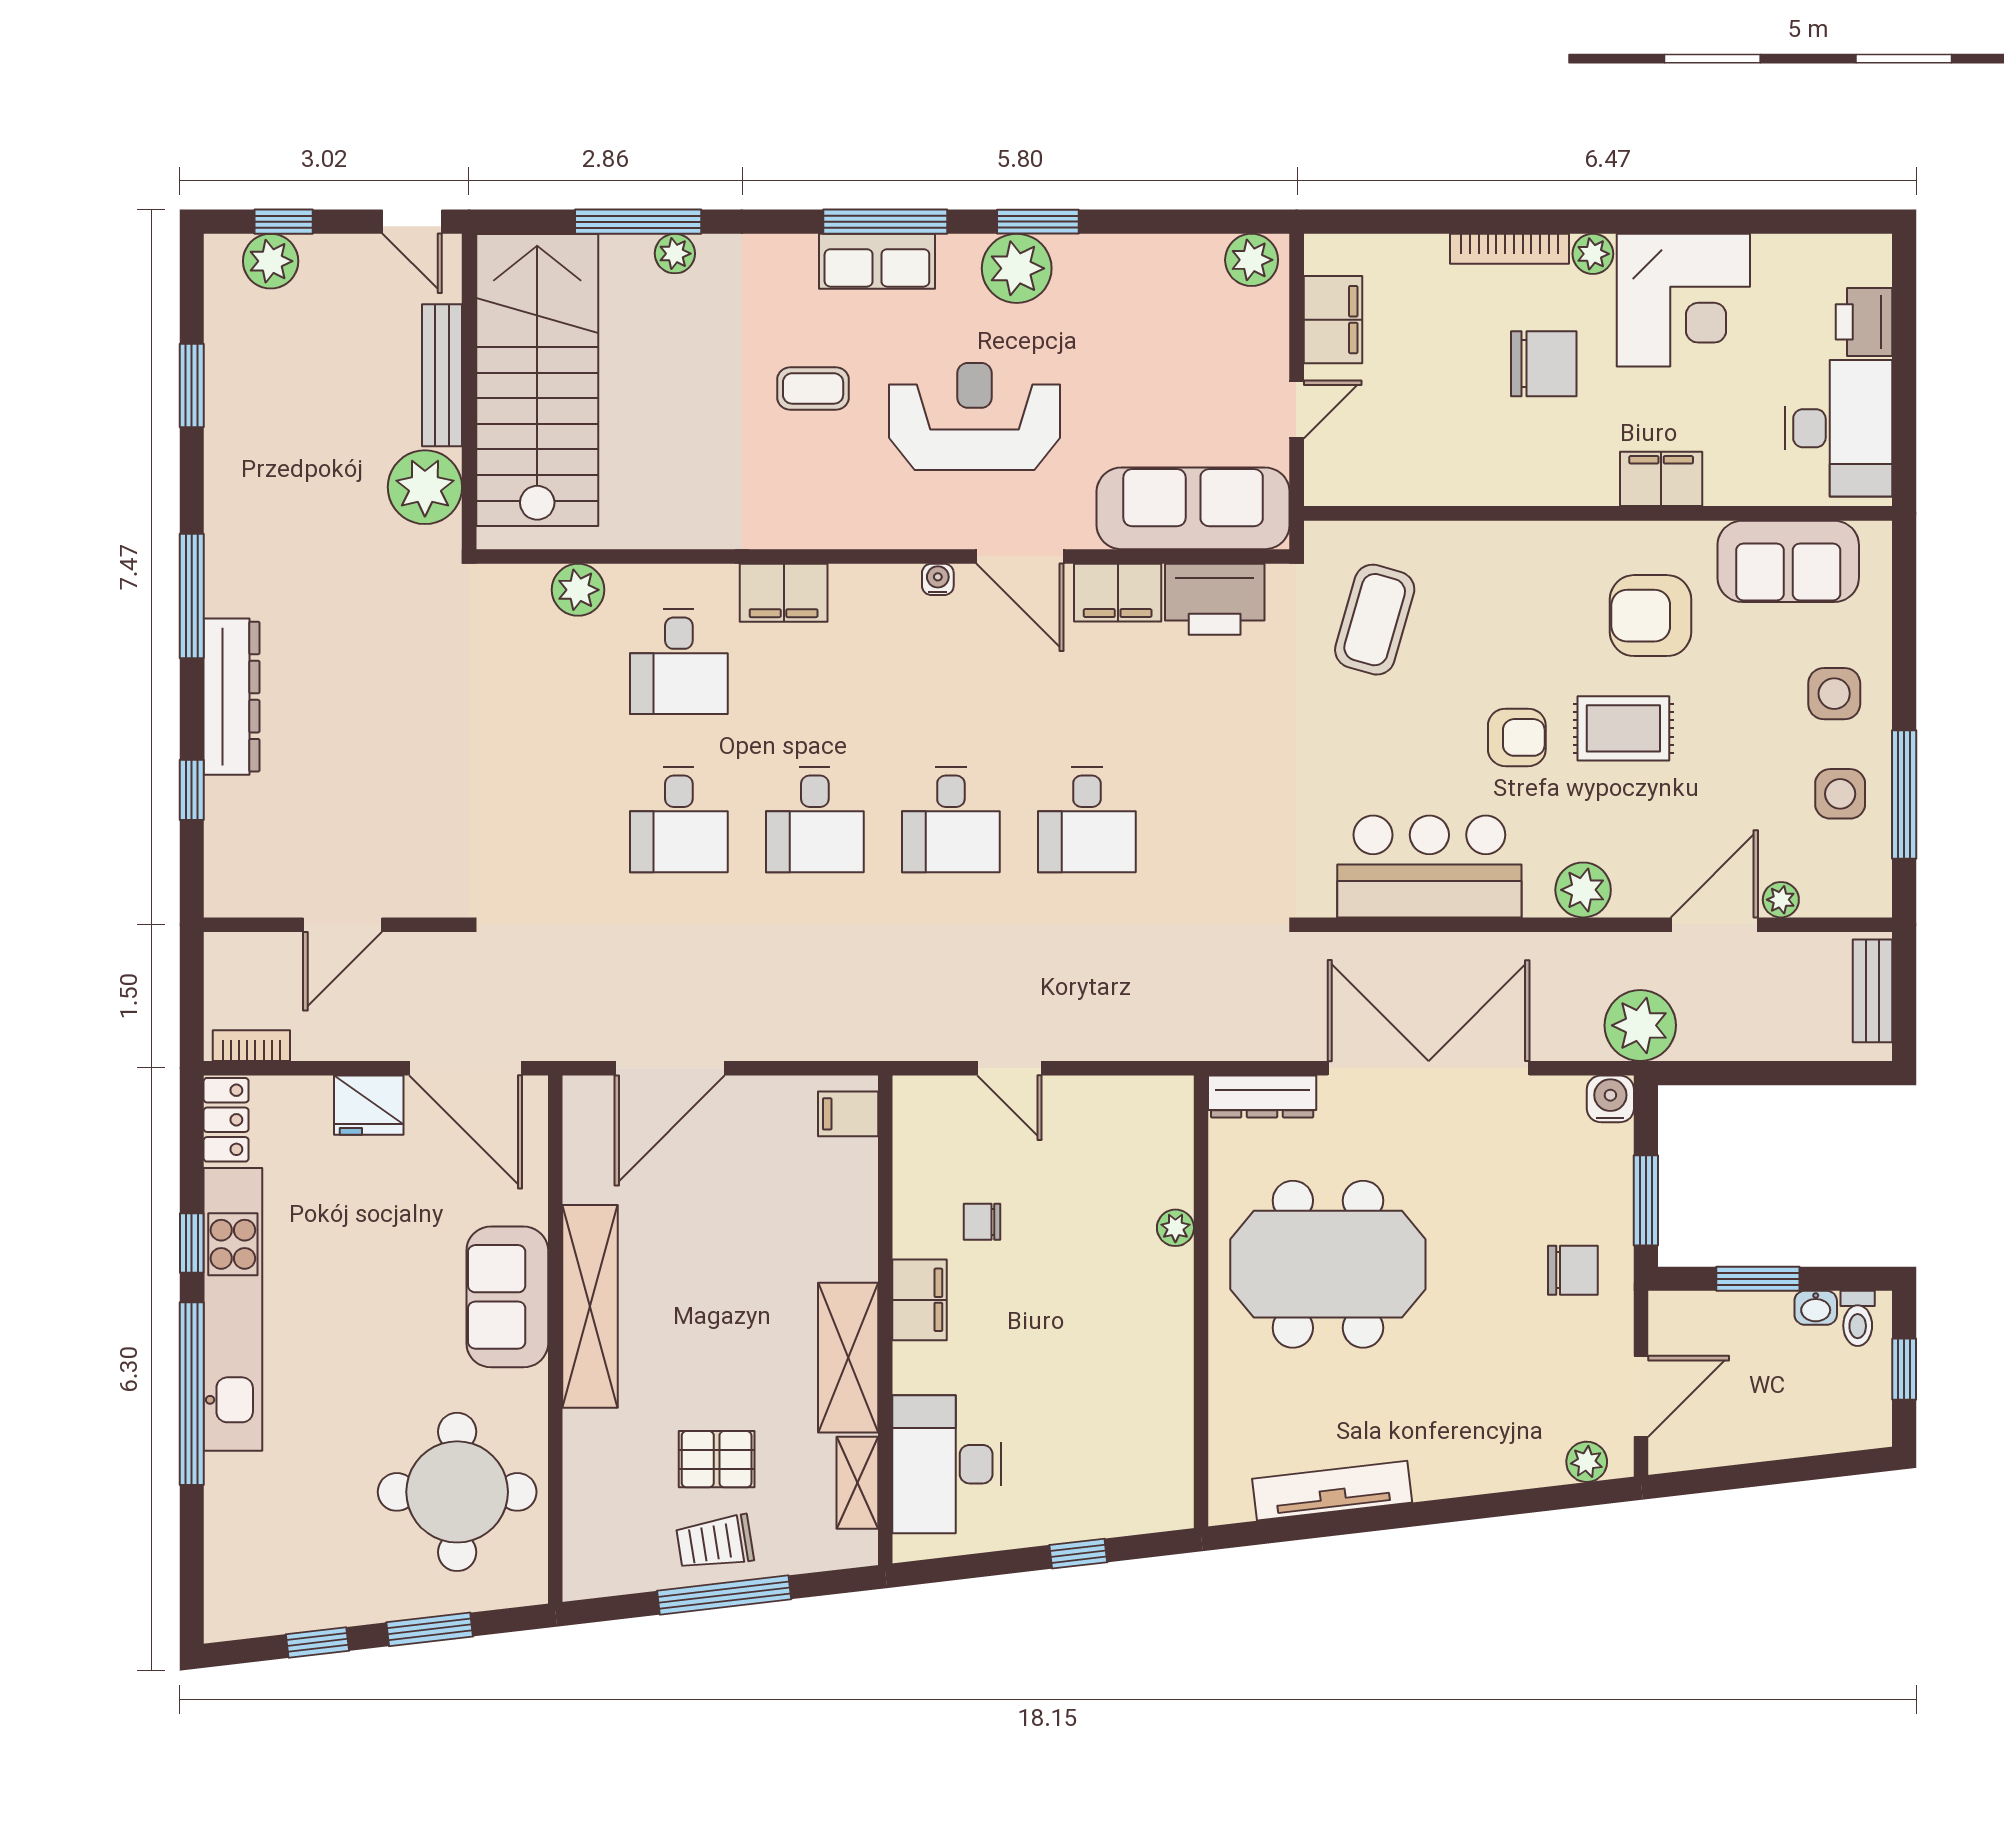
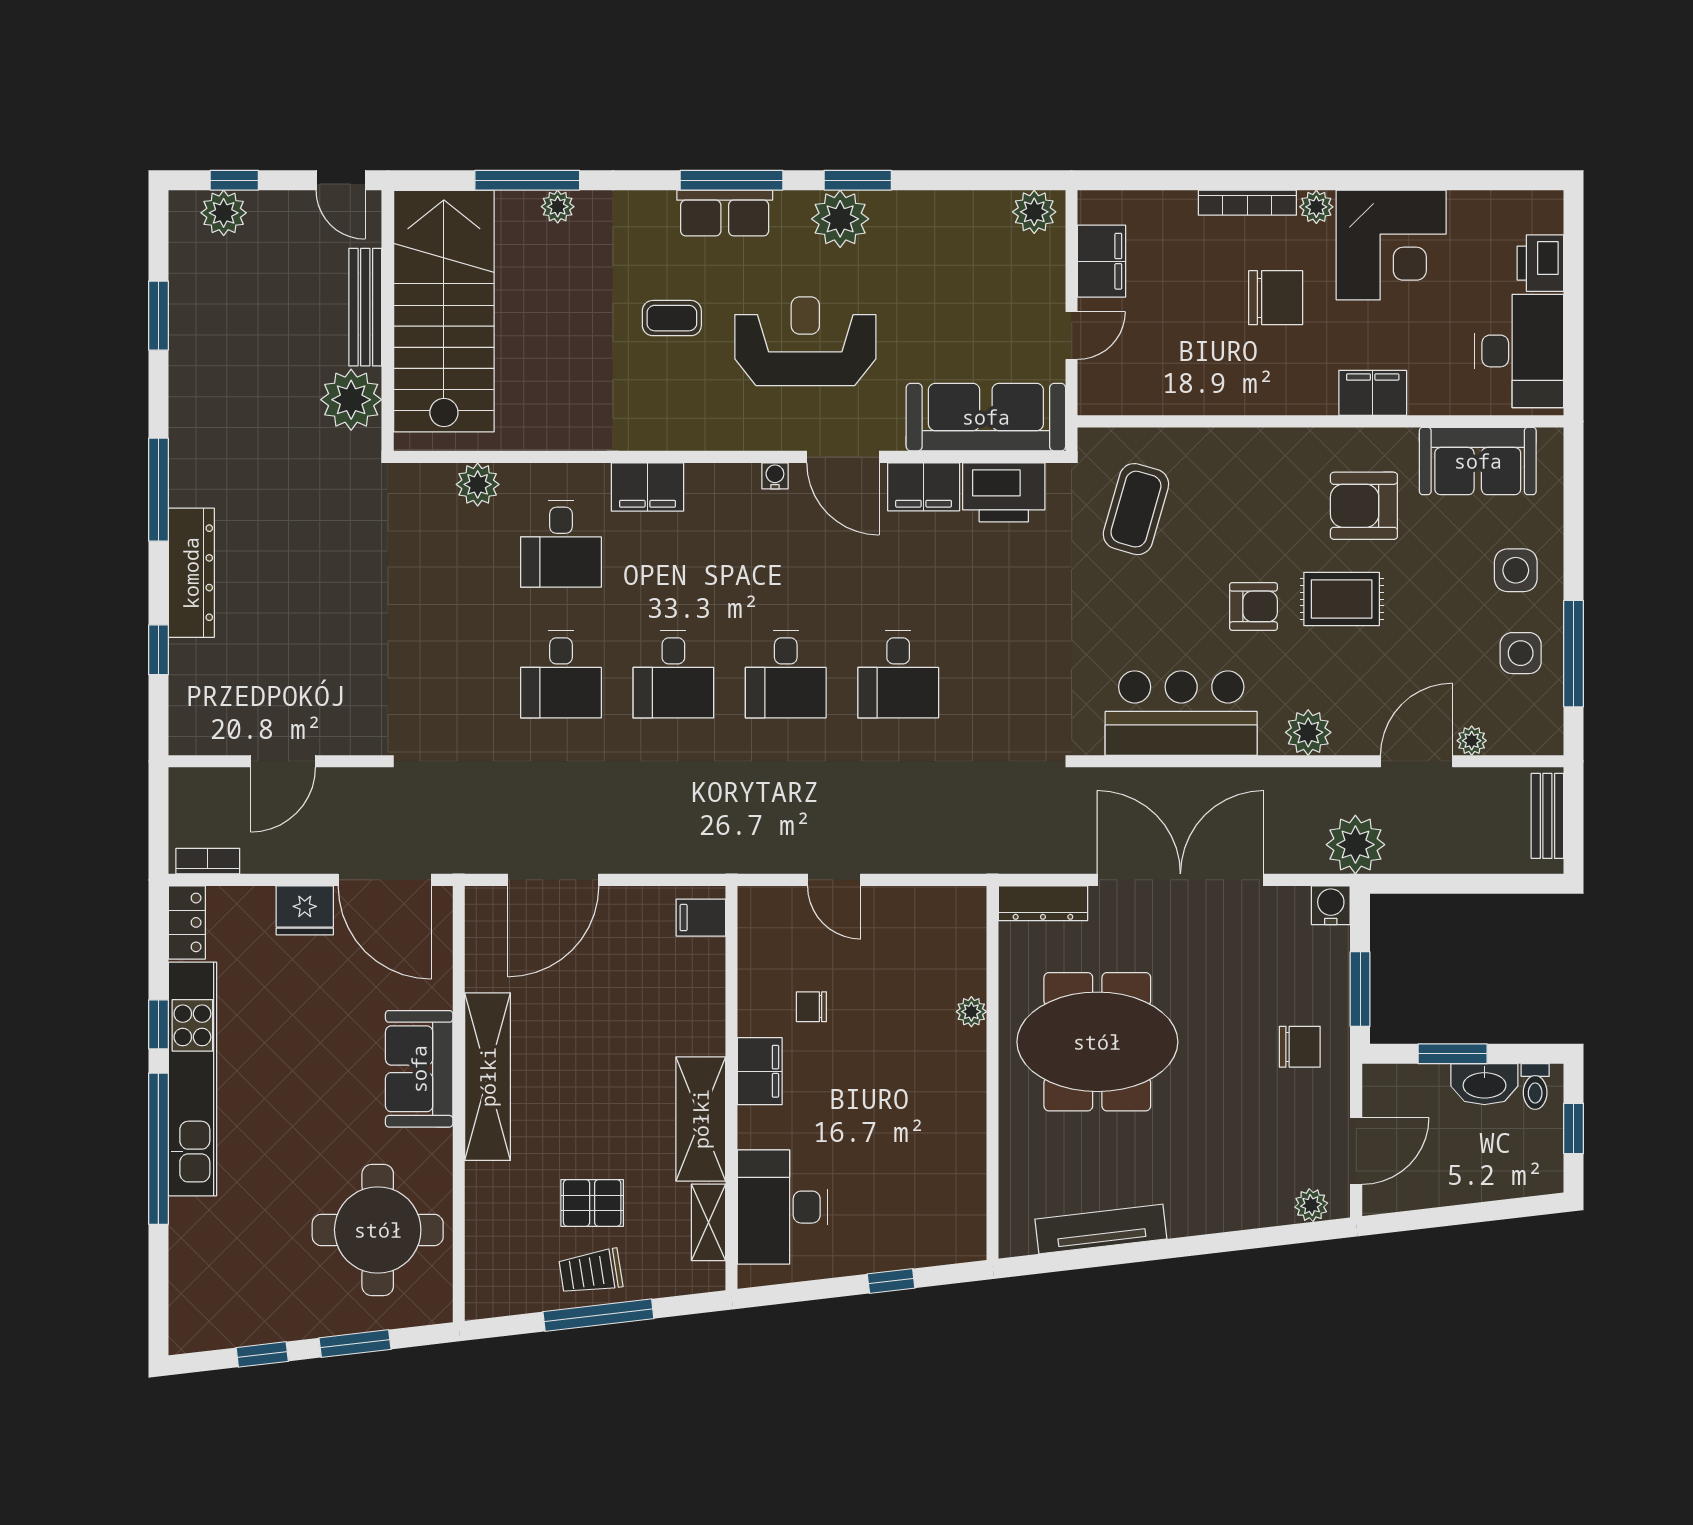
washbasin: (1816, 1308) -> (1484, 1084), width x1.91, depth x1.45

